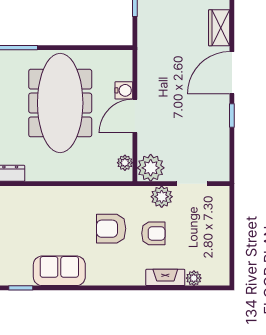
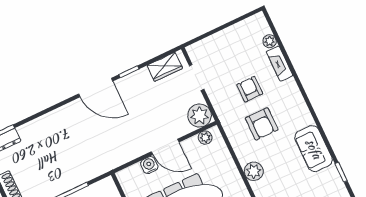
wardrobe: (219, 28) -> (165, 67), moved
plant: (162, 197) -> (254, 171), moved

